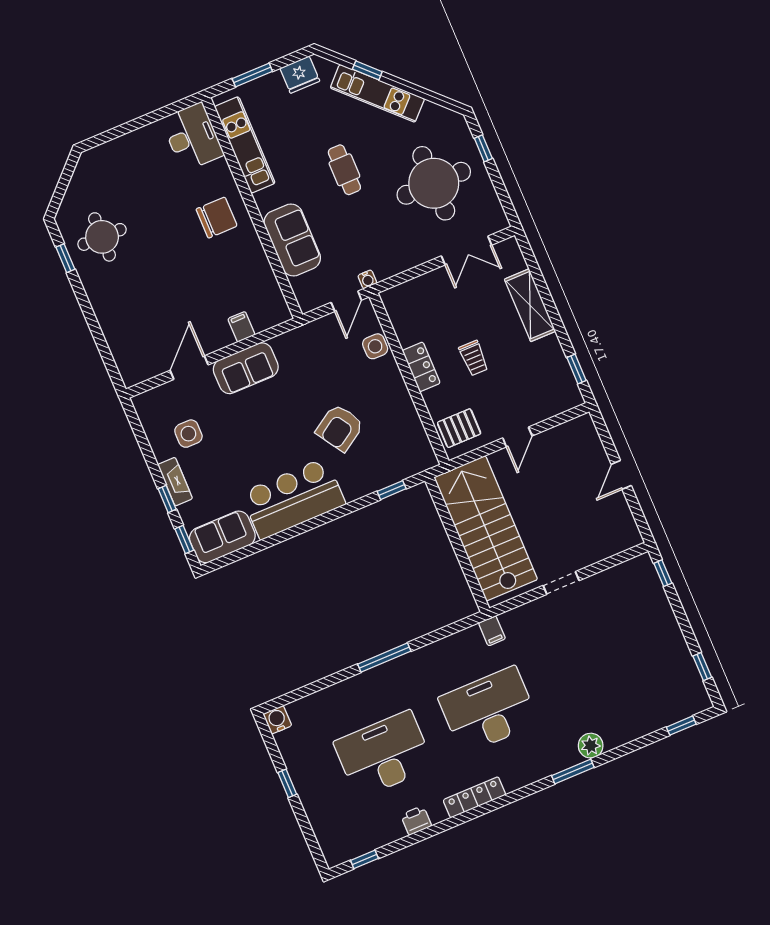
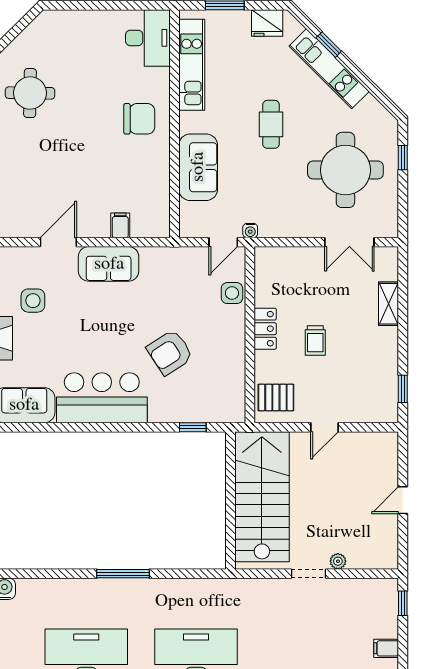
shelving: (530, 305) -> (389, 304), width x0.67, depth x0.75
plant: (584, 559) -> (338, 561), added
filing cabinet: (492, 631) -> (386, 648), moved, turned 90

